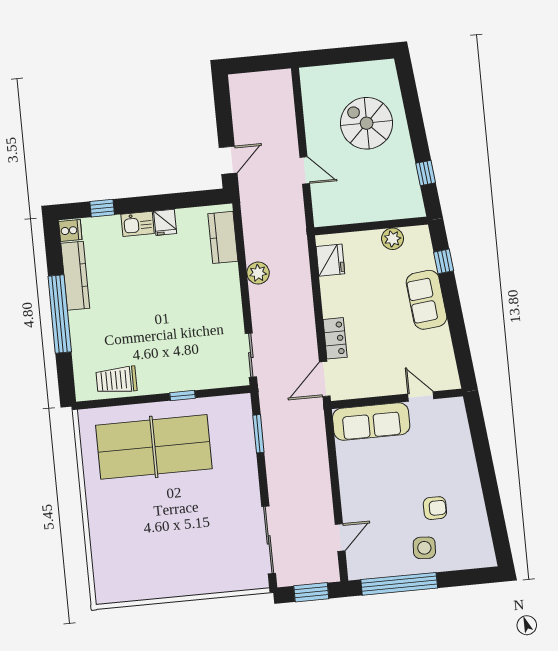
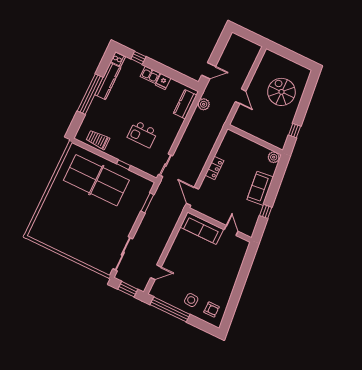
plant: (393, 239) -> (274, 157), moved
fridge: (330, 260) -> (228, 144), removed
window: (444, 261) -> (266, 211), moved
plant: (258, 273) -> (204, 104), moved
kitchen island: (183, 328) -> (142, 134), added
locker: (335, 338) -> (214, 168), moved
door: (325, 379) -> (192, 196), hinge flipped
armchair: (435, 508) -> (212, 310), moved

